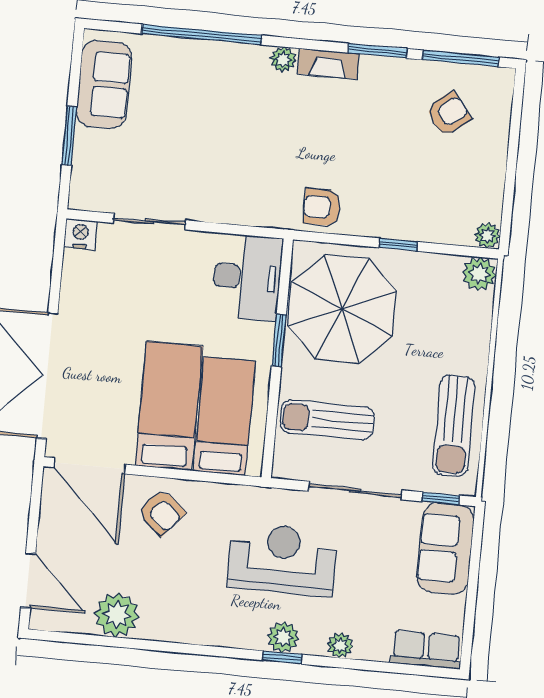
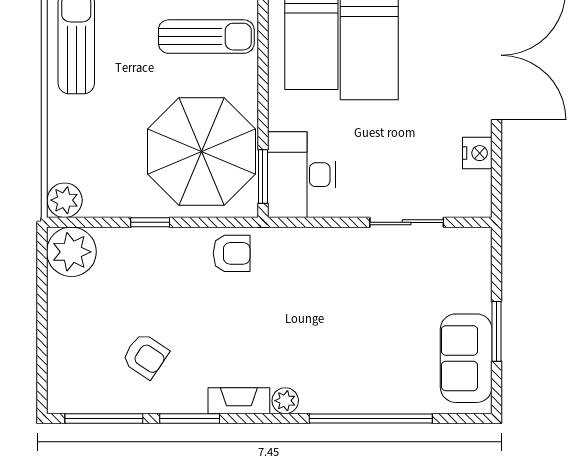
armchair: (448, 114) -> (145, 356), moved, turned -108
window: (69, 136) -> (497, 331), moved
nightstand: (80, 234) -> (477, 153), moved, turned -90
plant: (487, 235) -> (71, 252), width x1.88, depth x1.88
window: (279, 340) -> (263, 177), moved

